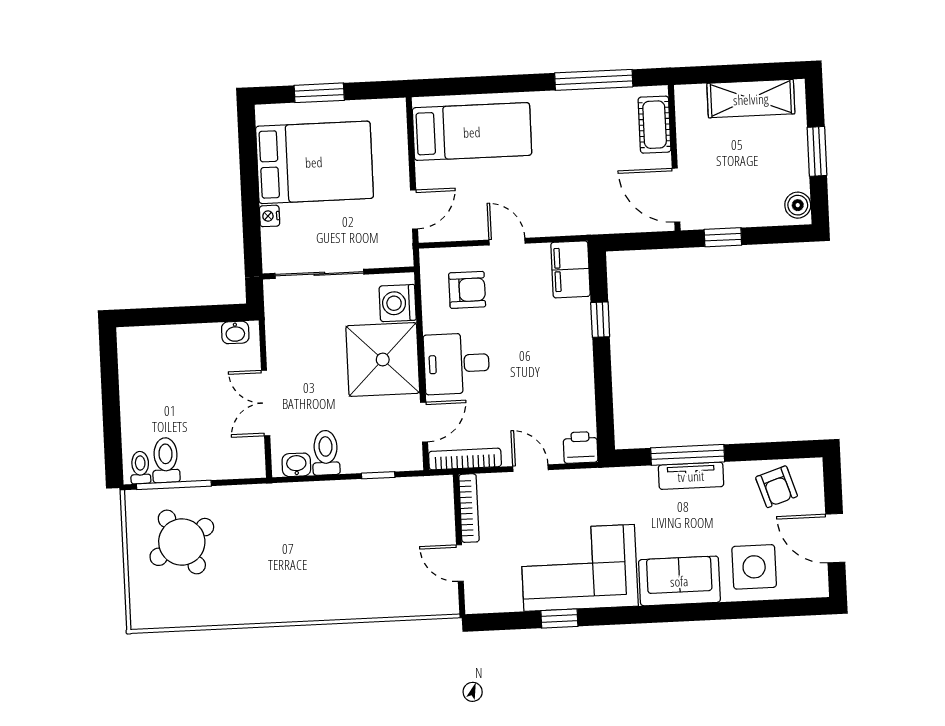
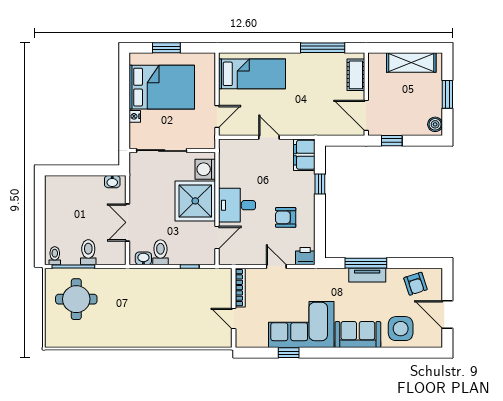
armchair: (467, 290) -> (286, 217), moved, turned 180
bookcase: (465, 459) -> (239, 260), removed
toilet: (166, 460) -> (88, 252), moved
round table: (182, 542) -> (76, 299), turned 30

